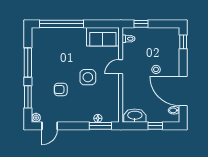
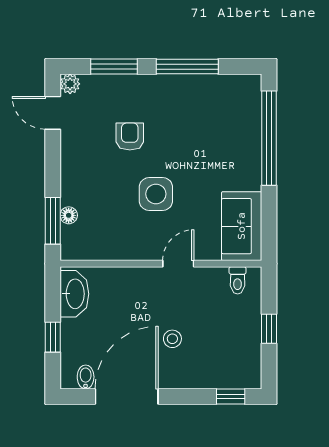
window: (141, 24) -> (269, 329), moved
door: (121, 67) -> (178, 264), hinge flipped

